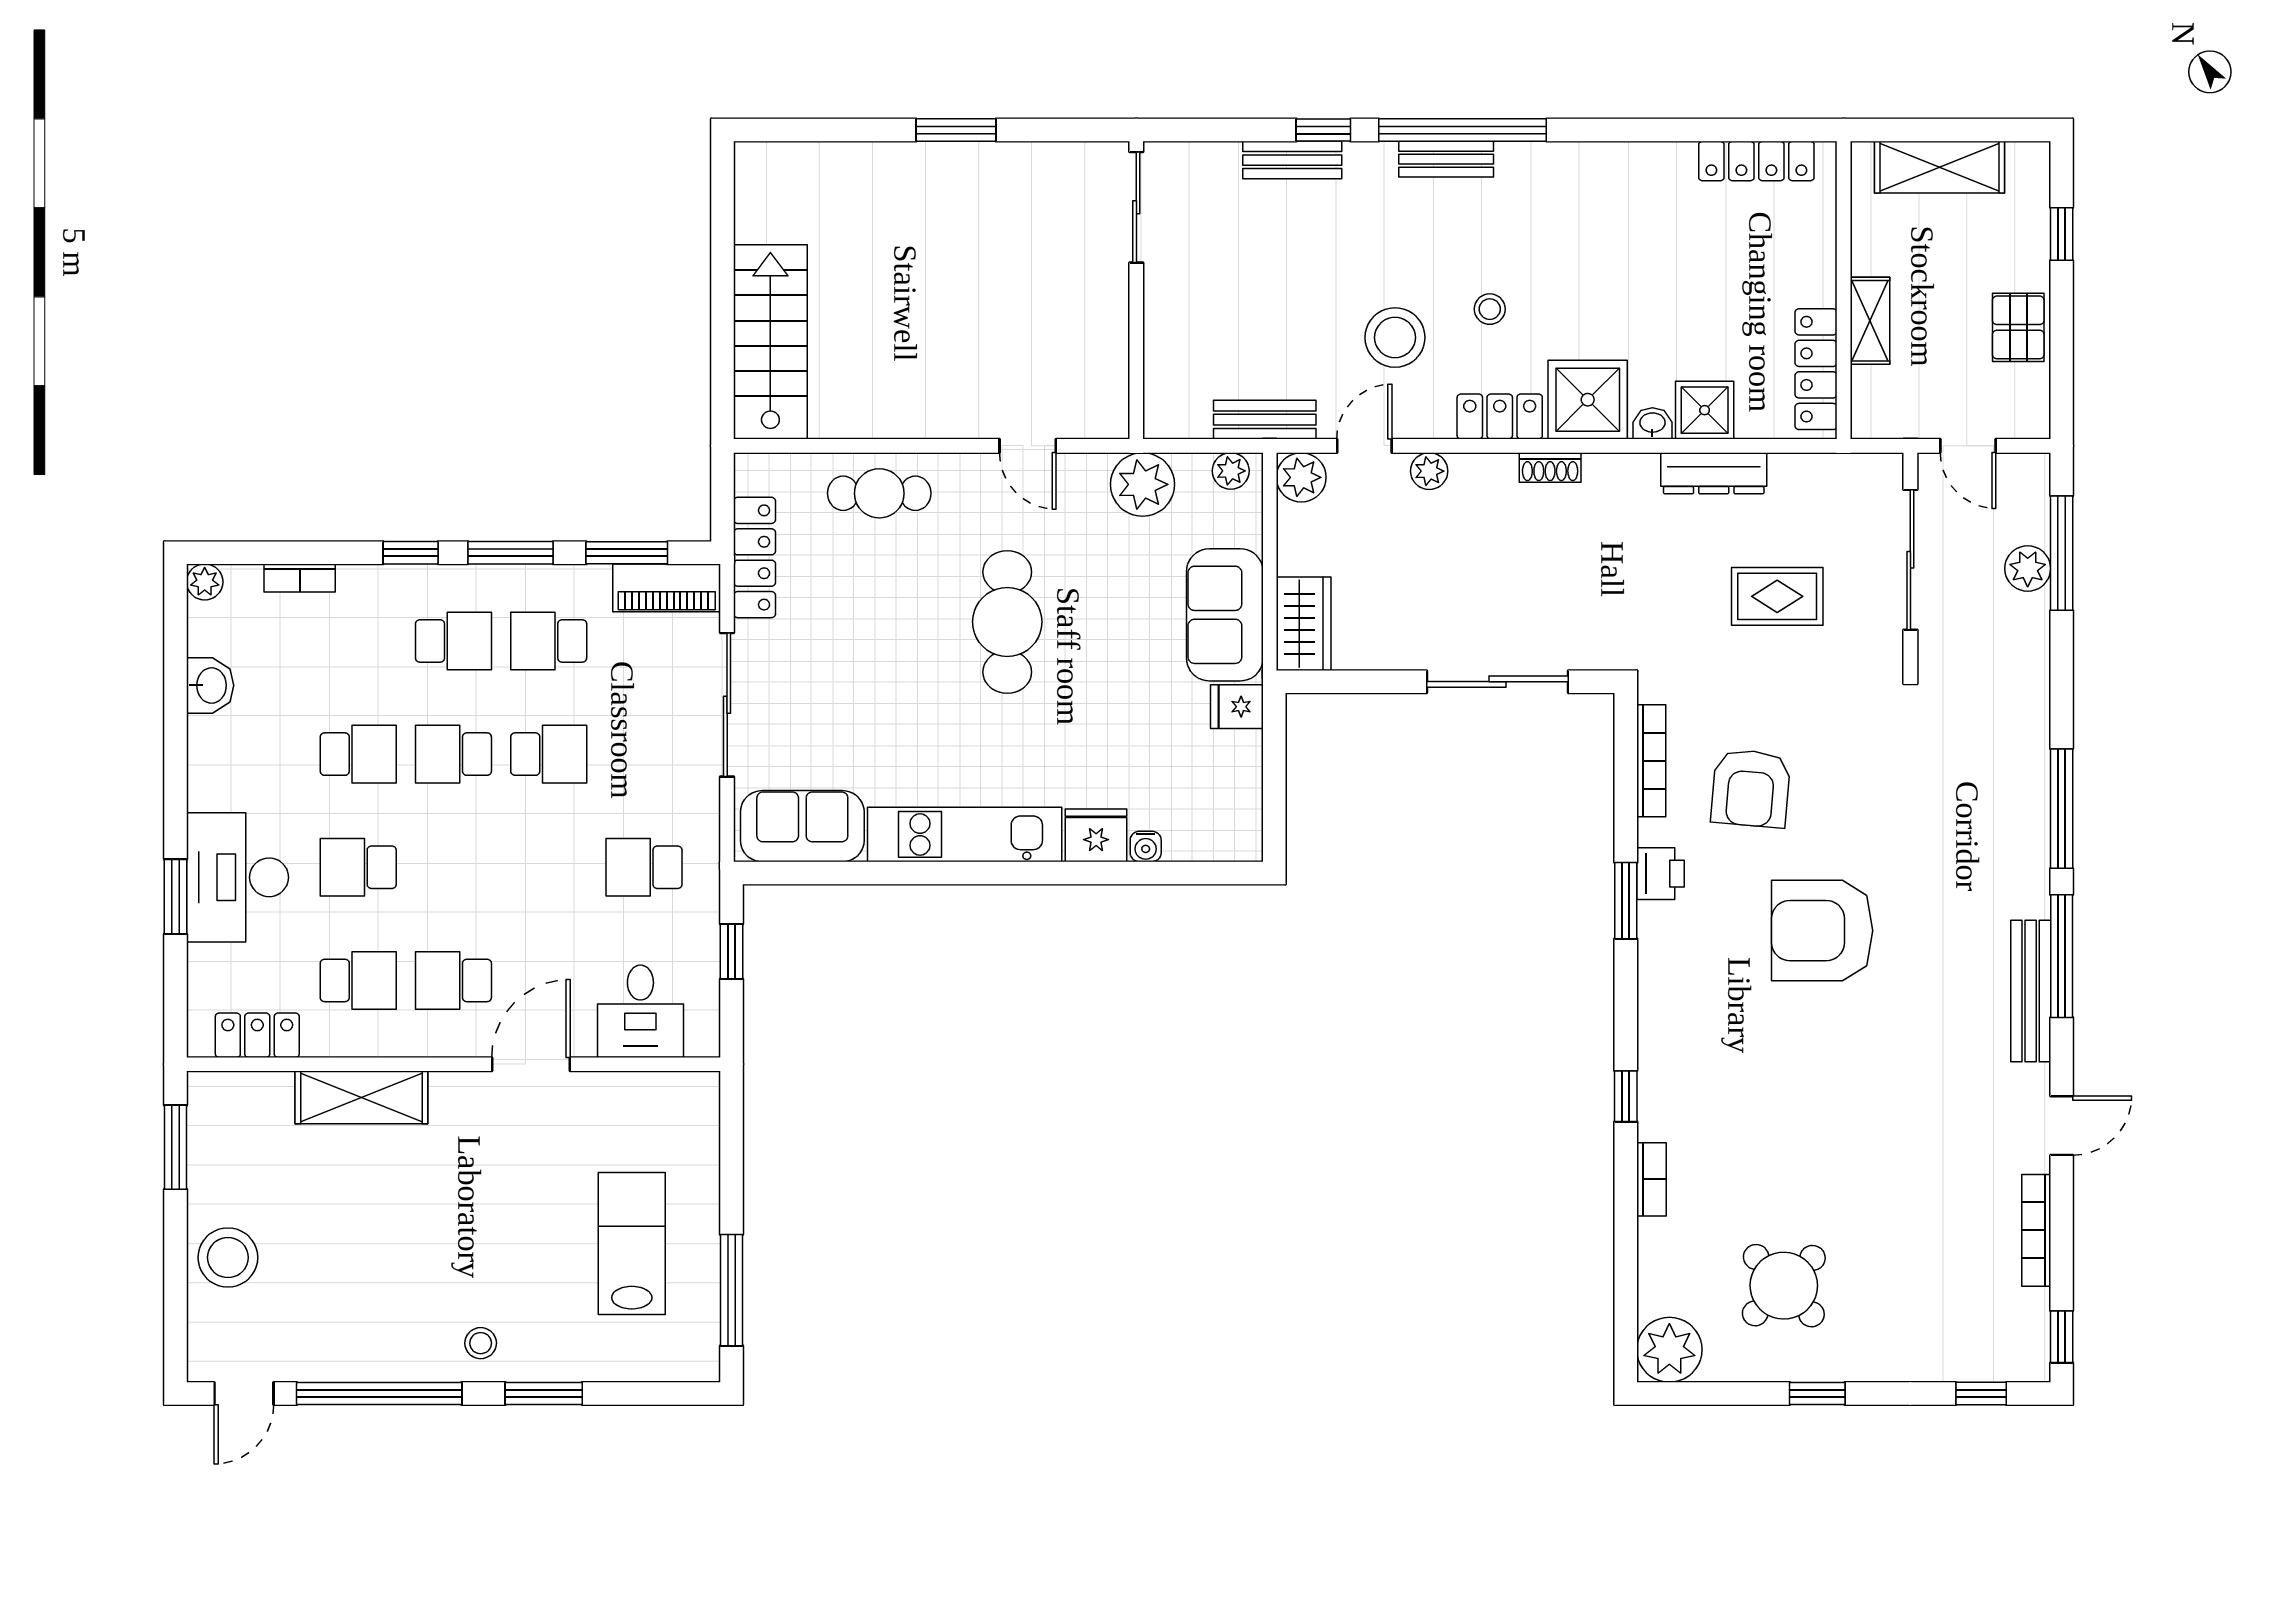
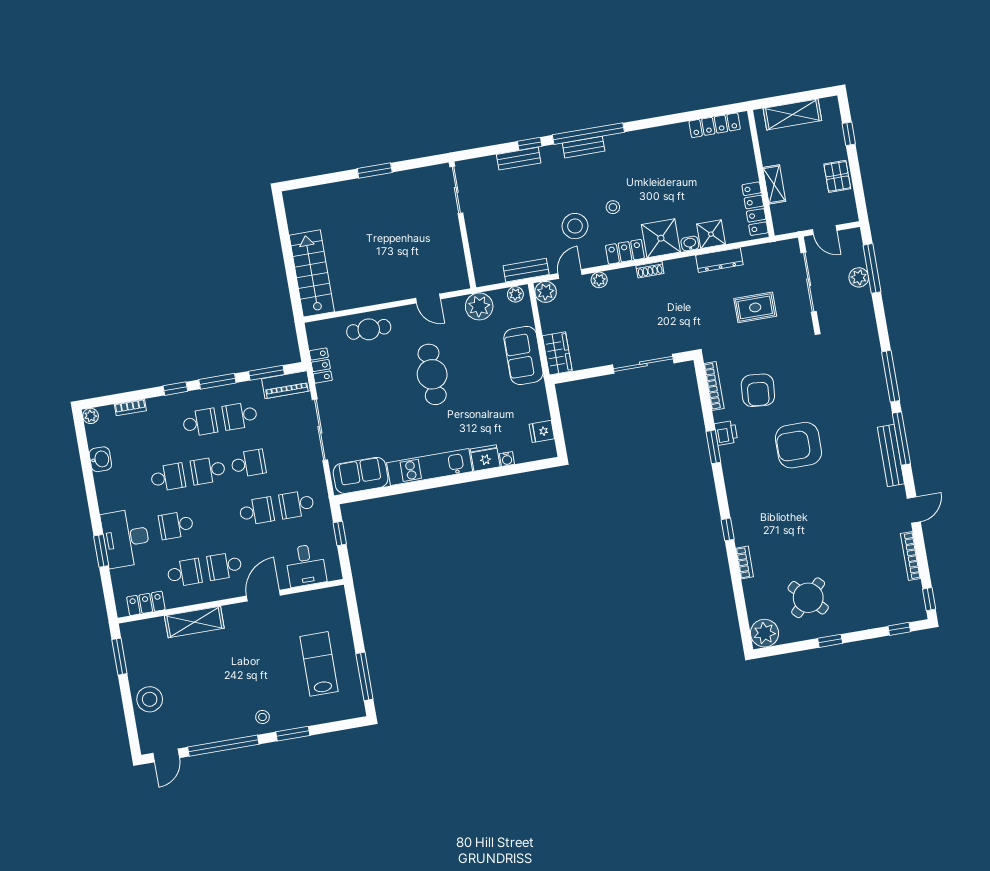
locker: (755, 557) -> (321, 366), width x0.66
fridge: (1237, 707) -> (542, 431), moved
school desk: (549, 867) -> (257, 511), added

